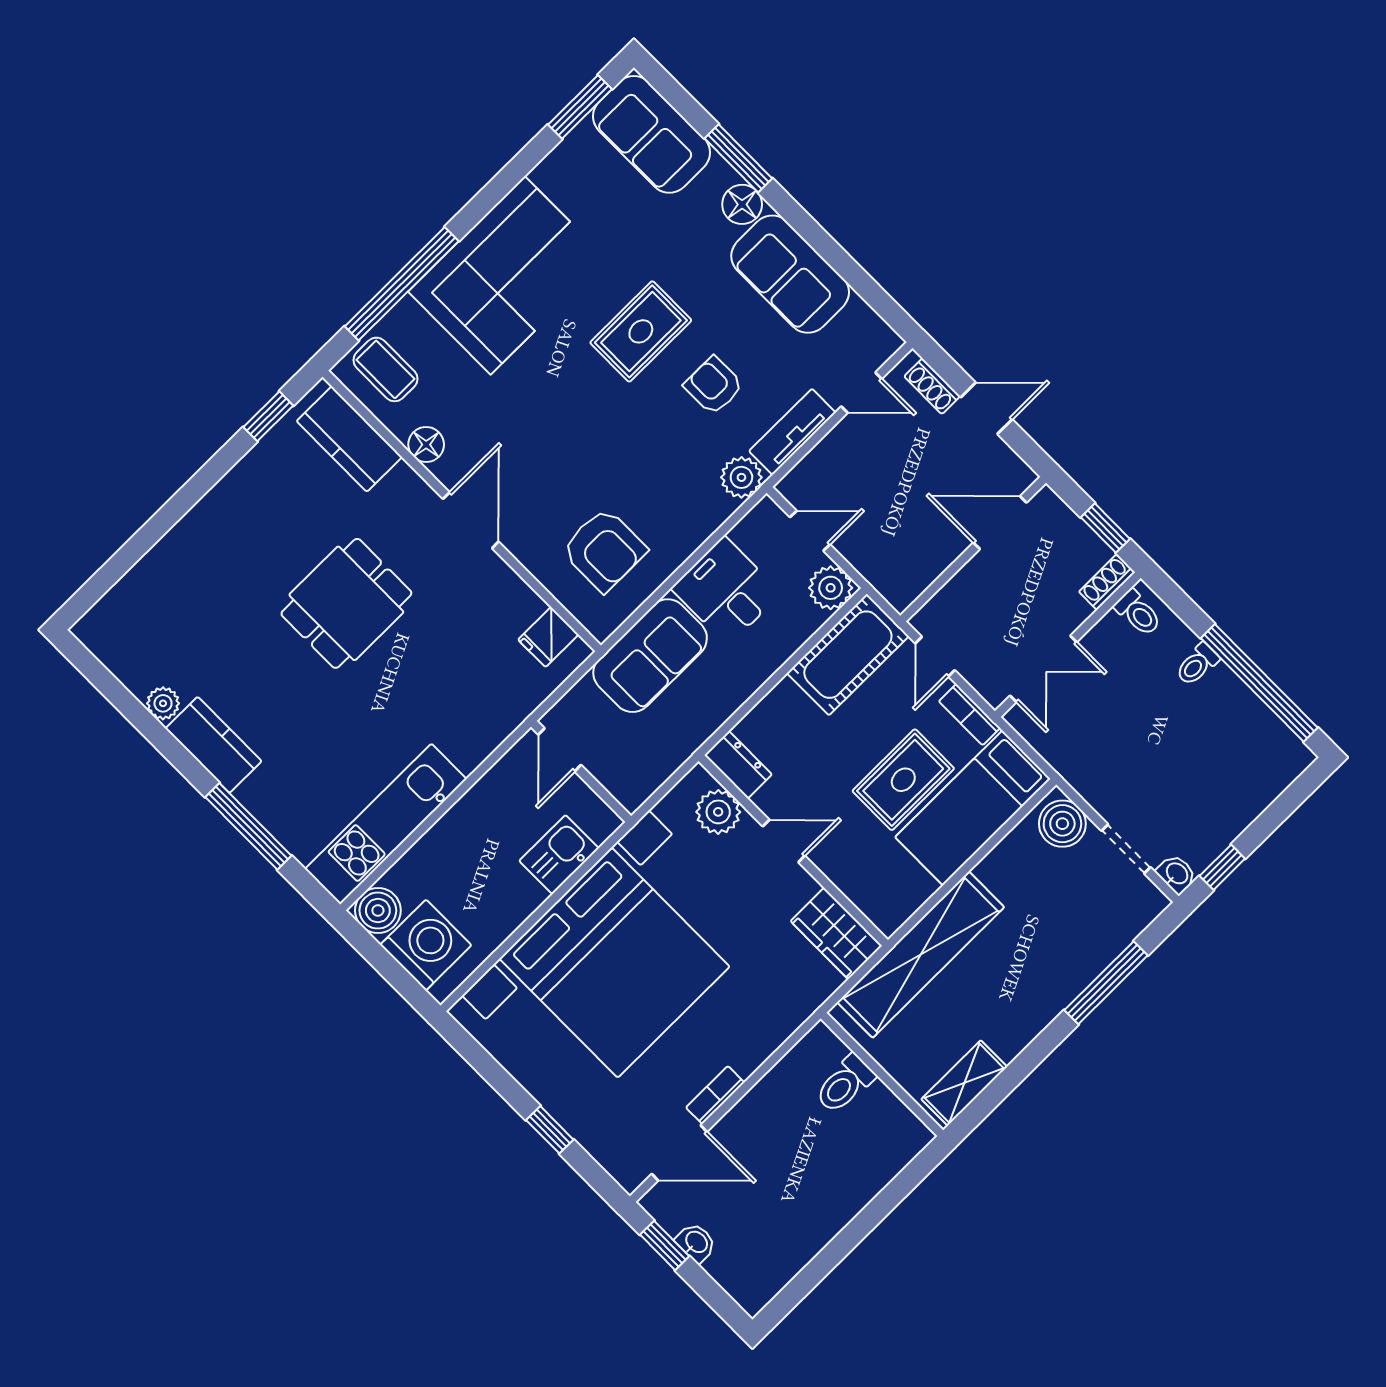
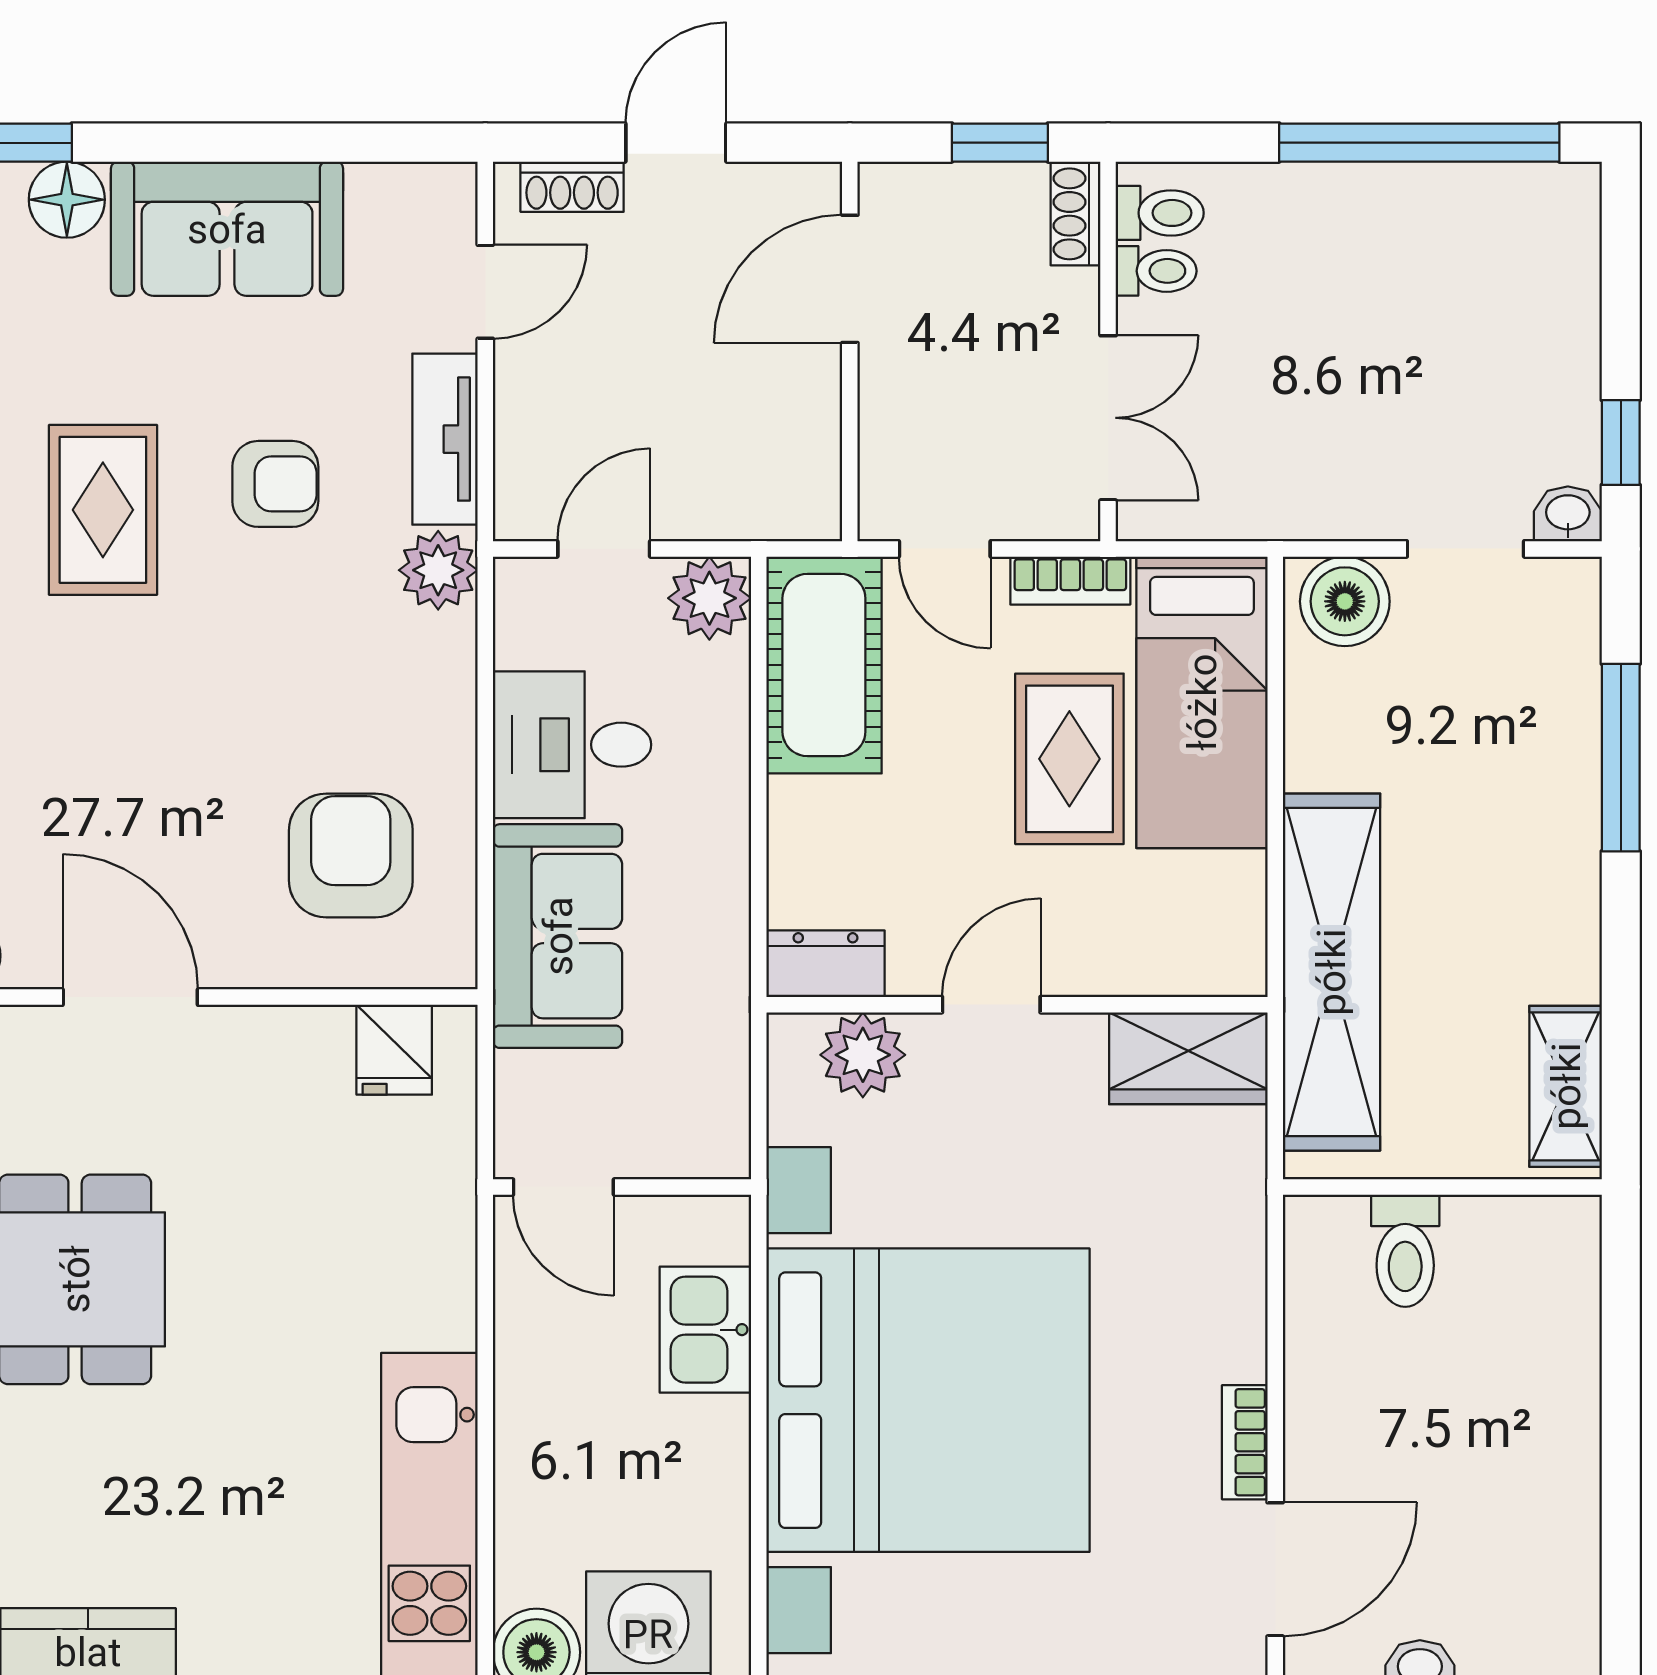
armchair: (714, 386) -> (275, 484), turned 180
armchair: (604, 550) -> (351, 856), turned -90
toilet: (1197, 664) -> (1156, 271), moved, turned -90

